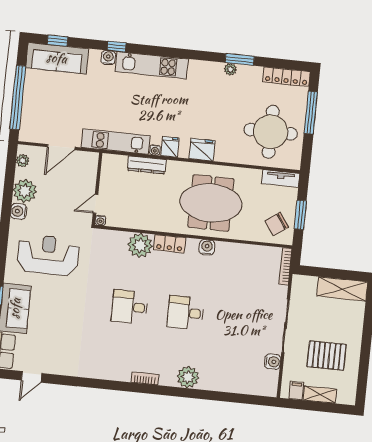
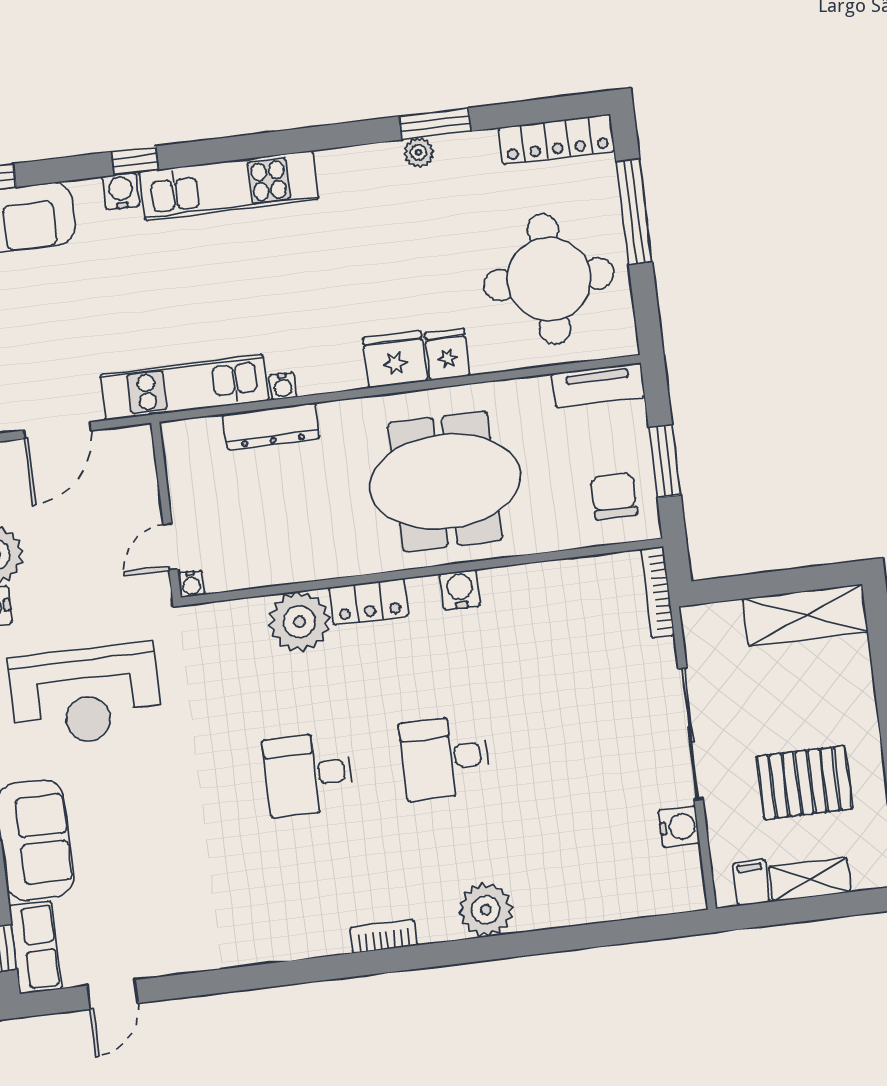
fridge: (170, 147) -> (447, 354), moved
chair: (277, 224) -> (614, 496), turned 125
reception desk: (48, 255) -> (85, 695), turned 180

